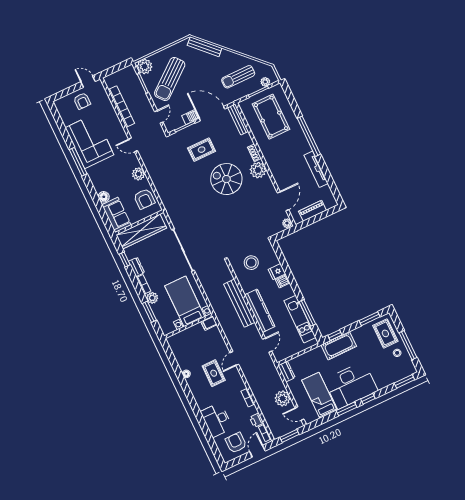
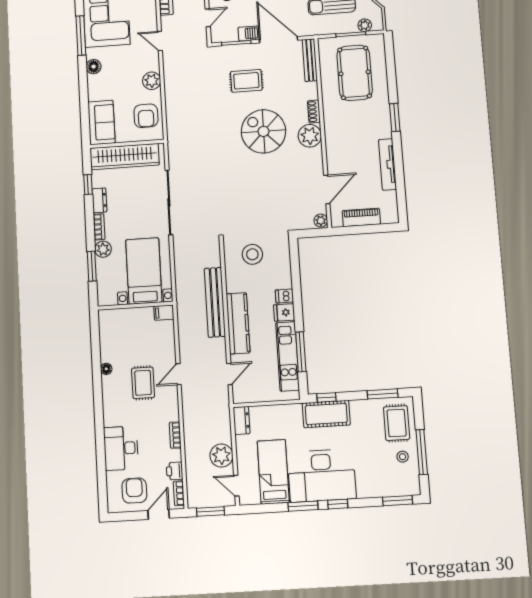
window: (309, 136) -> (395, 117), width x0.47
floor lamp: (104, 197) -> (94, 67), moved
fridge: (277, 272) -> (284, 312), moved

